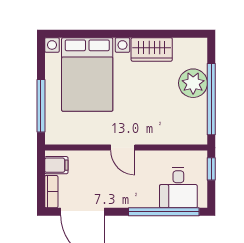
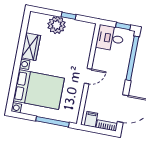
window: (211, 99) -> (69, 16), width x0.32
window: (211, 169) -> (123, 26), moved
desk: (178, 188) -> (110, 38), moved, turned 180

